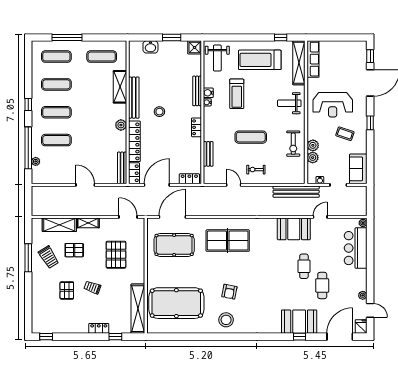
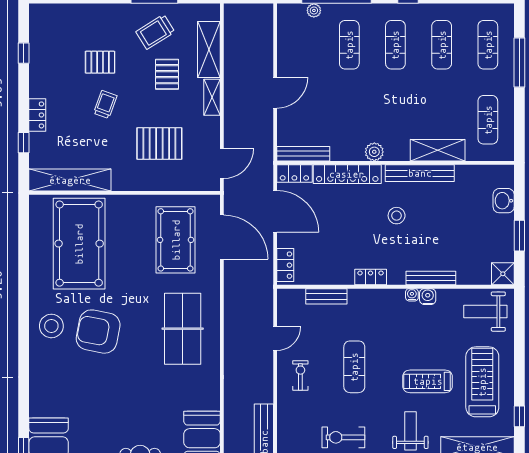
treadmill: (237, 94) -> (428, 381), moved
armchair: (229, 292) -> (98, 332), width x1.88, depth x1.88
window: (46, 337) -> (24, 53), moved

